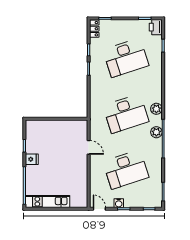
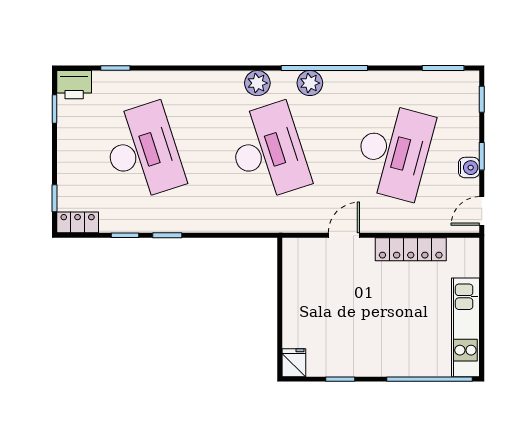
fridge: (32, 159) -> (294, 363), moved
desk: (126, 170) -> (394, 152), turned 33
locker: (82, 177) -> (411, 249), added

